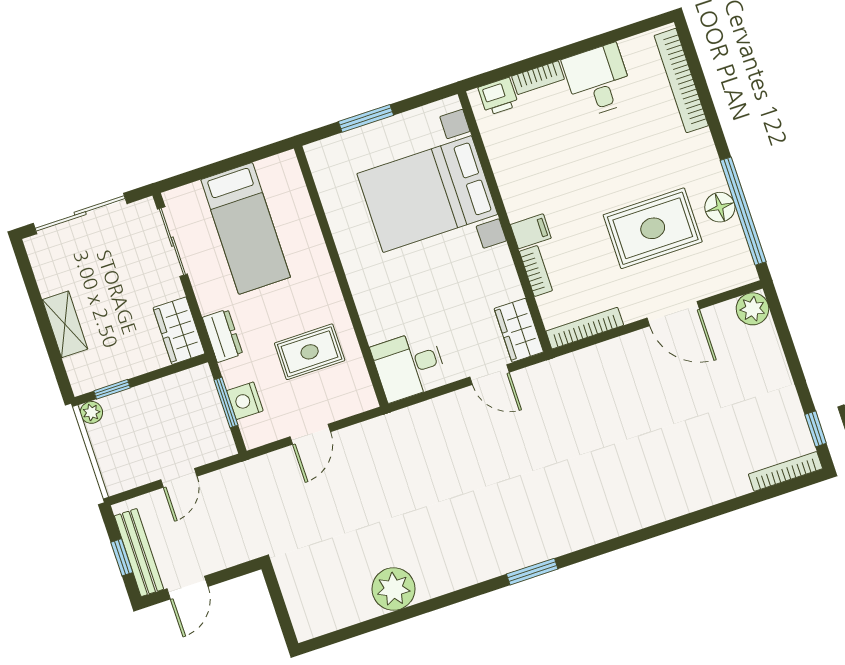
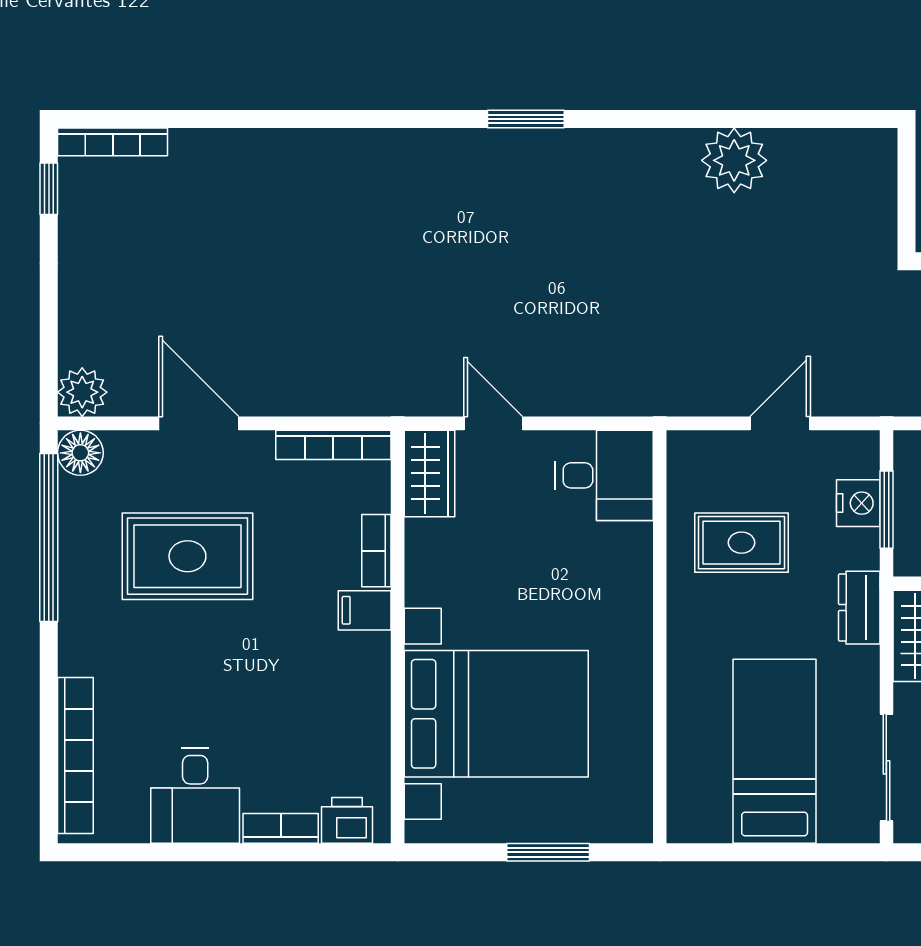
floor lamp: (720, 207) -> (80, 453), moved

